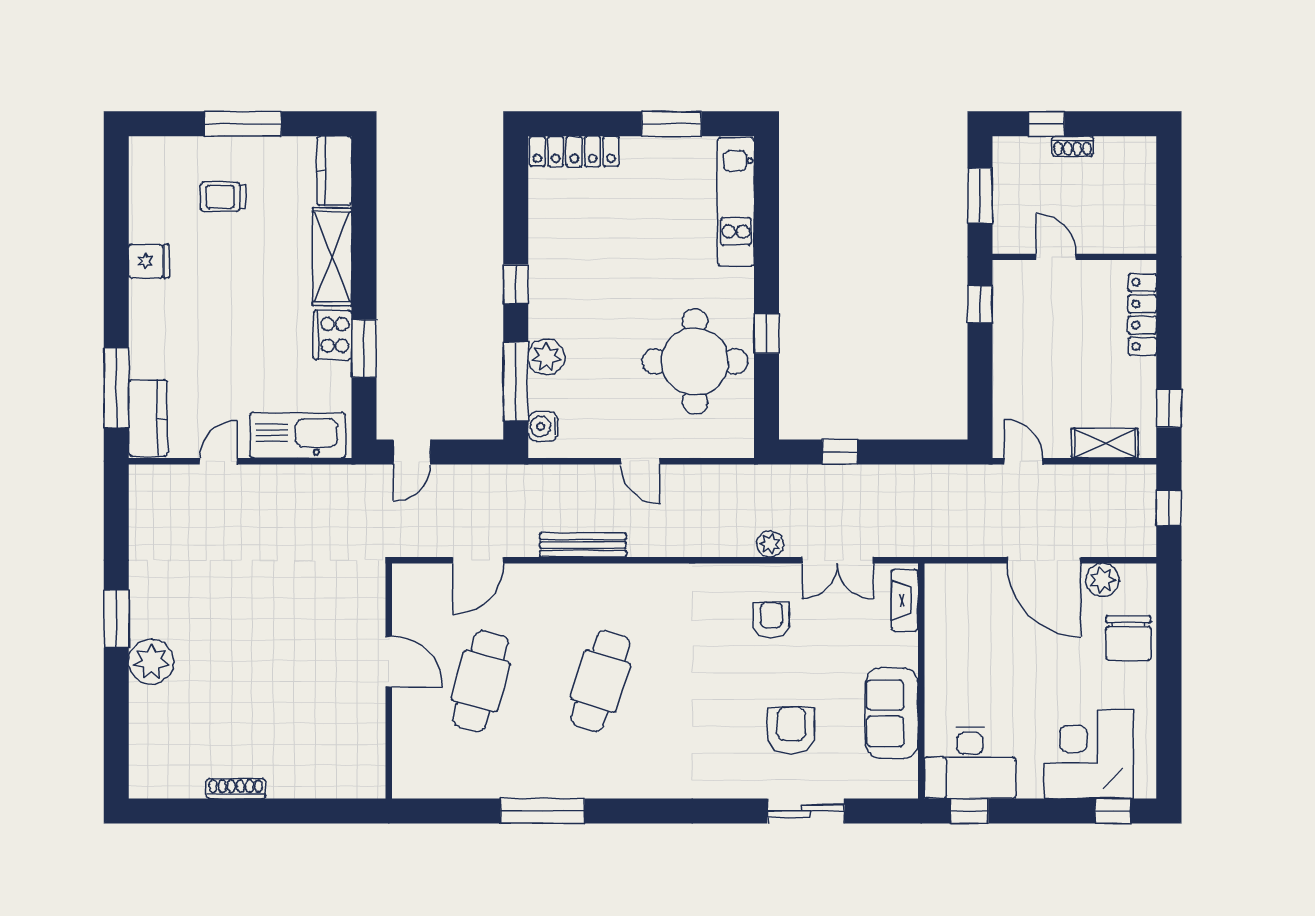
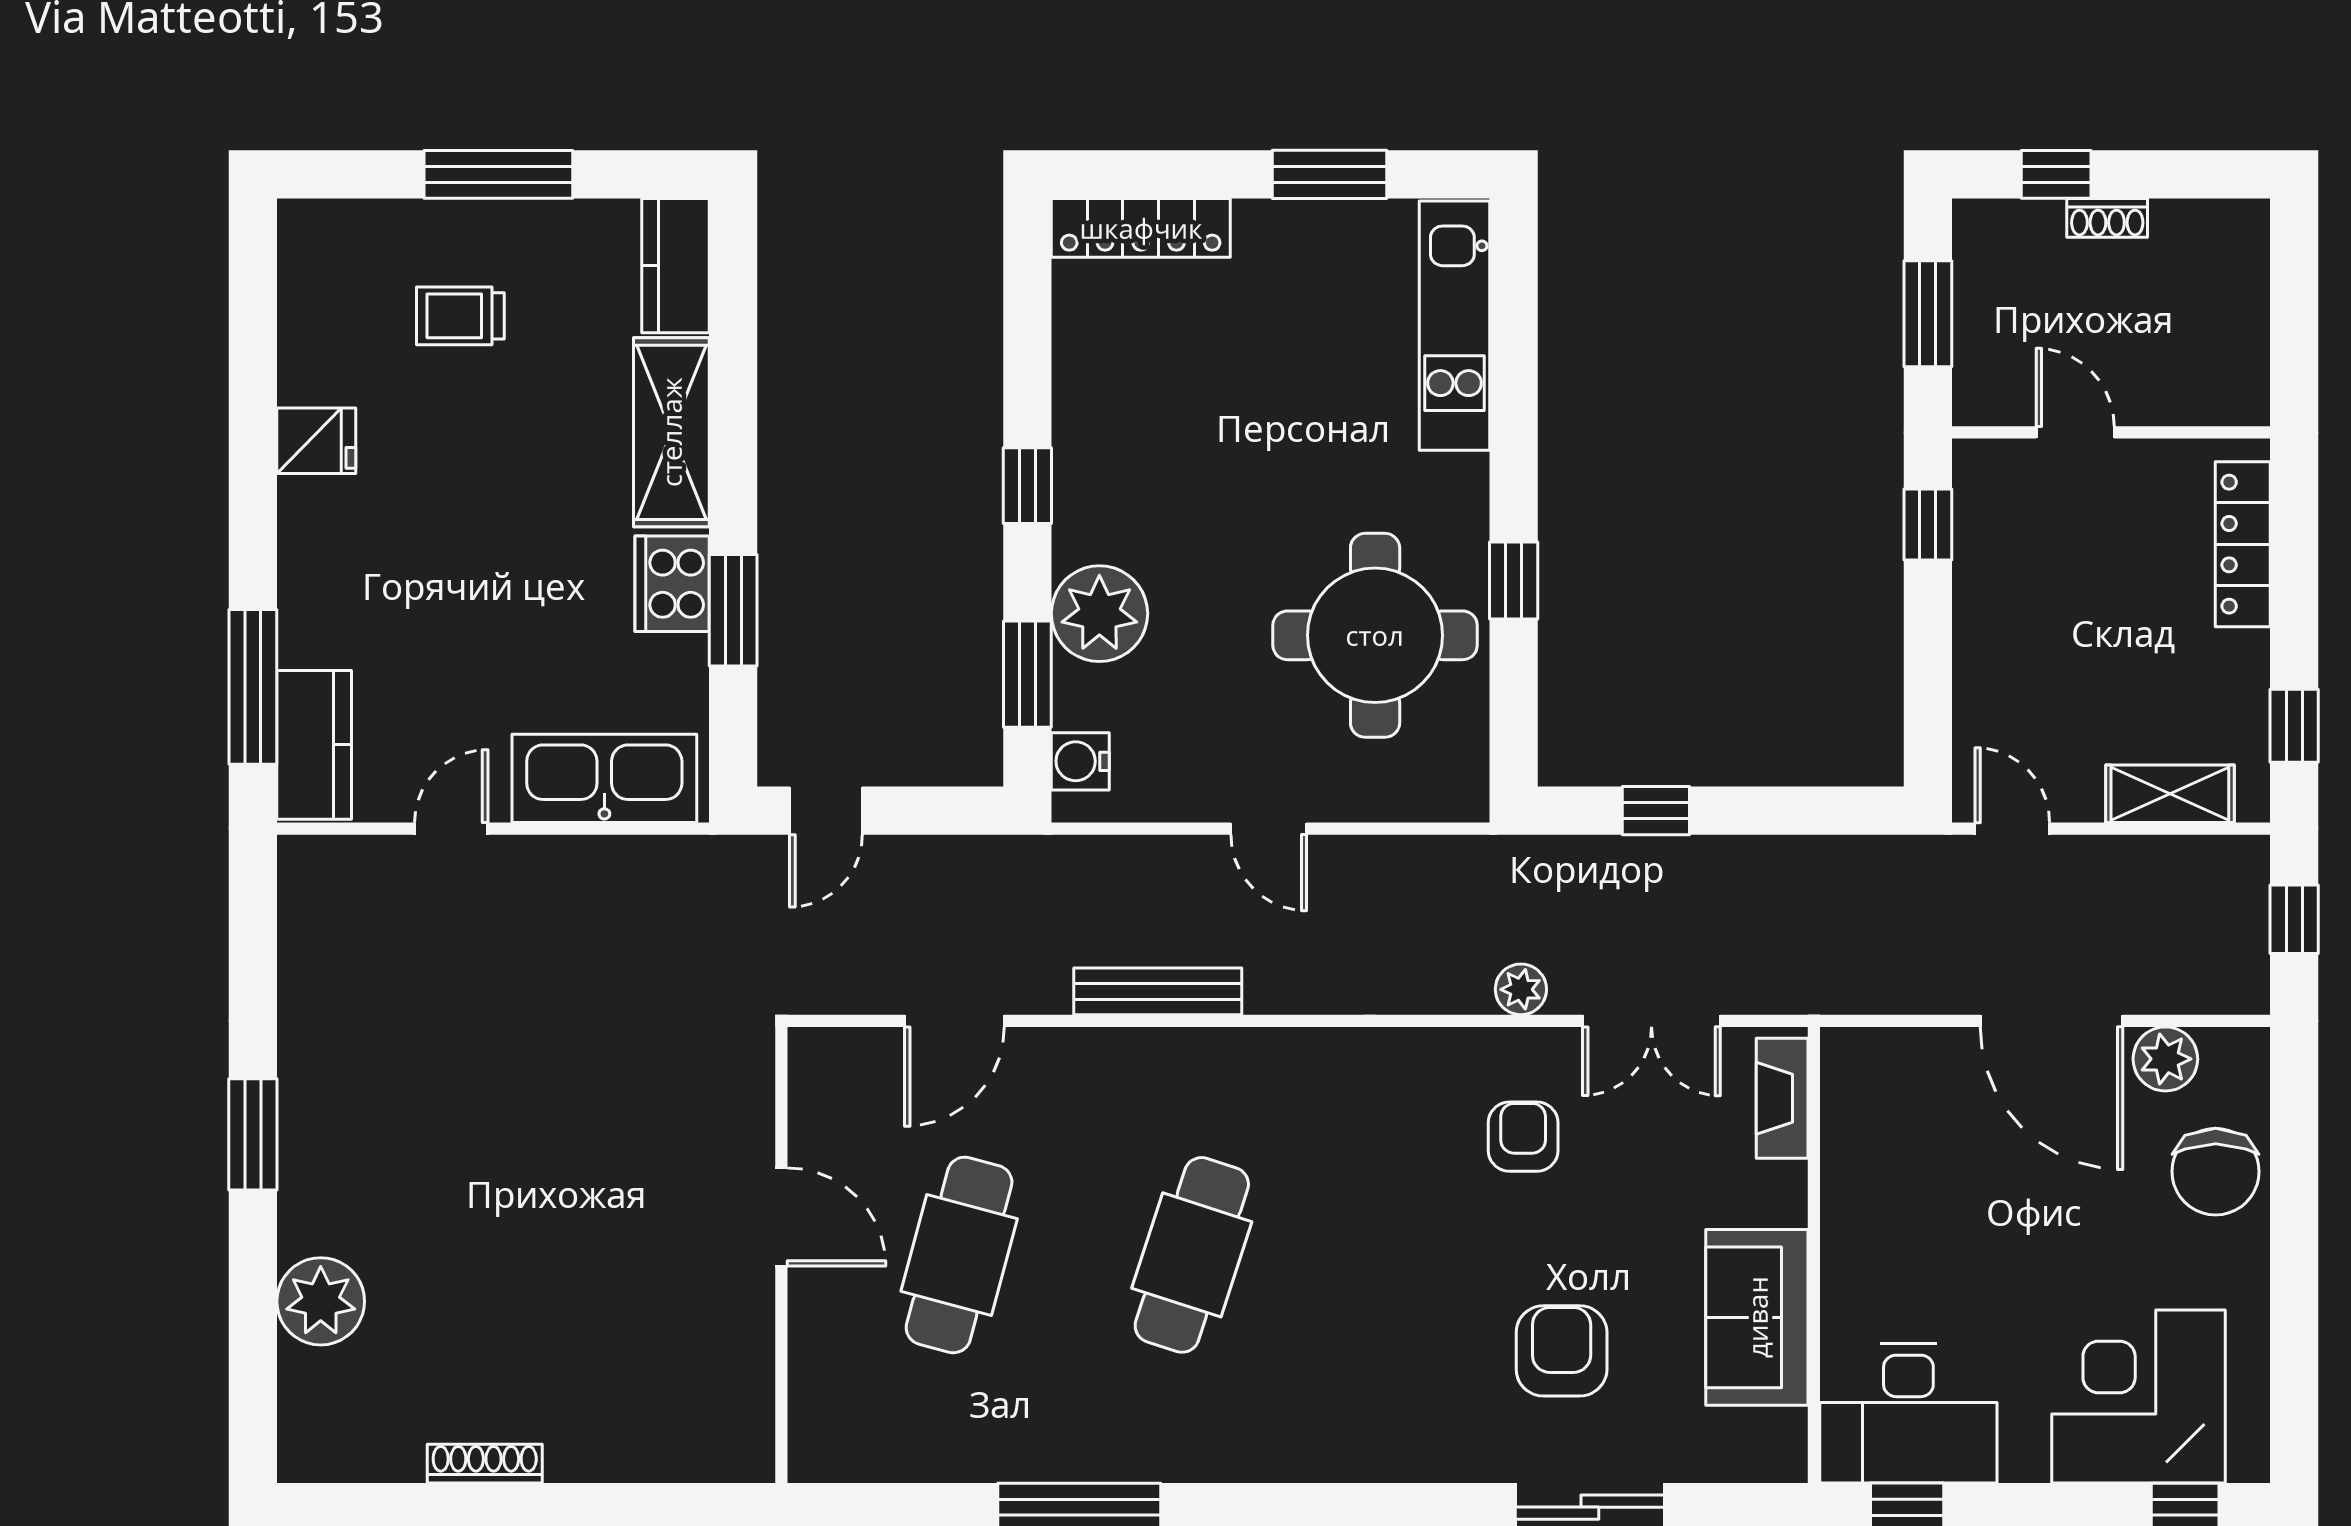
plant: (546, 357) -> (1099, 614), width x1.36, depth x1.36
window: (516, 382) -> (1027, 674), width x0.69
plant: (151, 662) -> (321, 1301), moved

